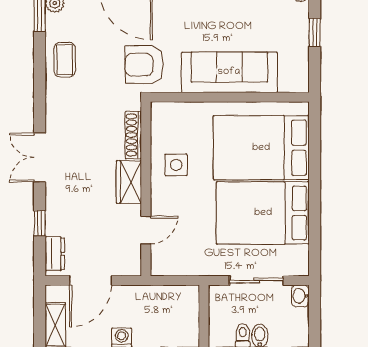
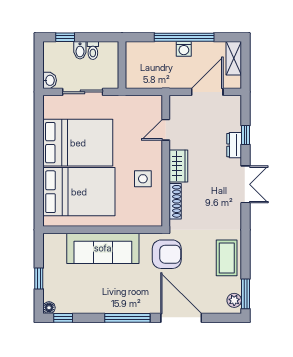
coffee table: (65, 60) -> (227, 258), width x1.36, depth x1.30
dresser: (55, 254) -> (234, 145), moved

